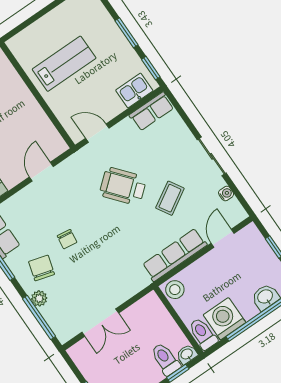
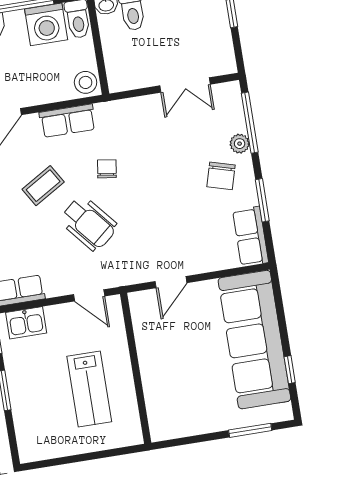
lab bench: (64, 64) -> (89, 389), turned -90
chair: (67, 239) -> (107, 169), moved
row of seats: (175, 255) -> (68, 121), width x0.68
double door: (100, 323) -> (185, 85), swing flipped

